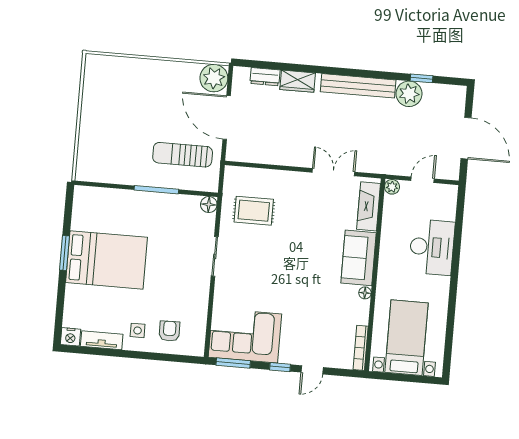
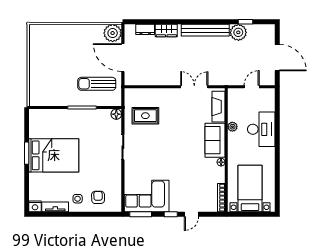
plant: (392, 187) -> (232, 127), moved

